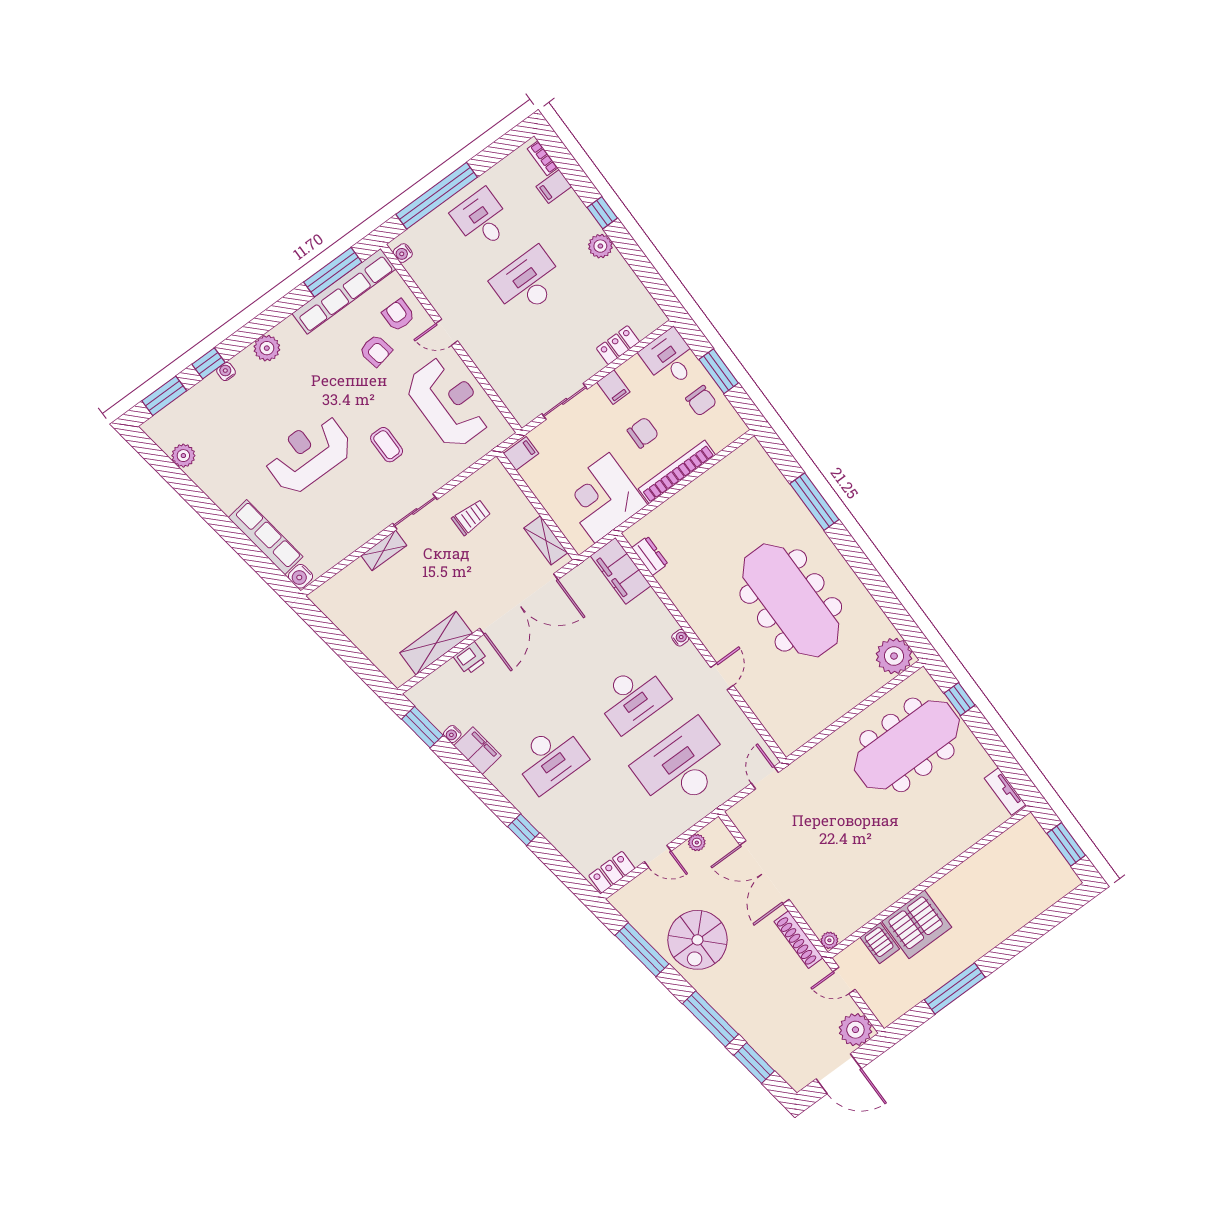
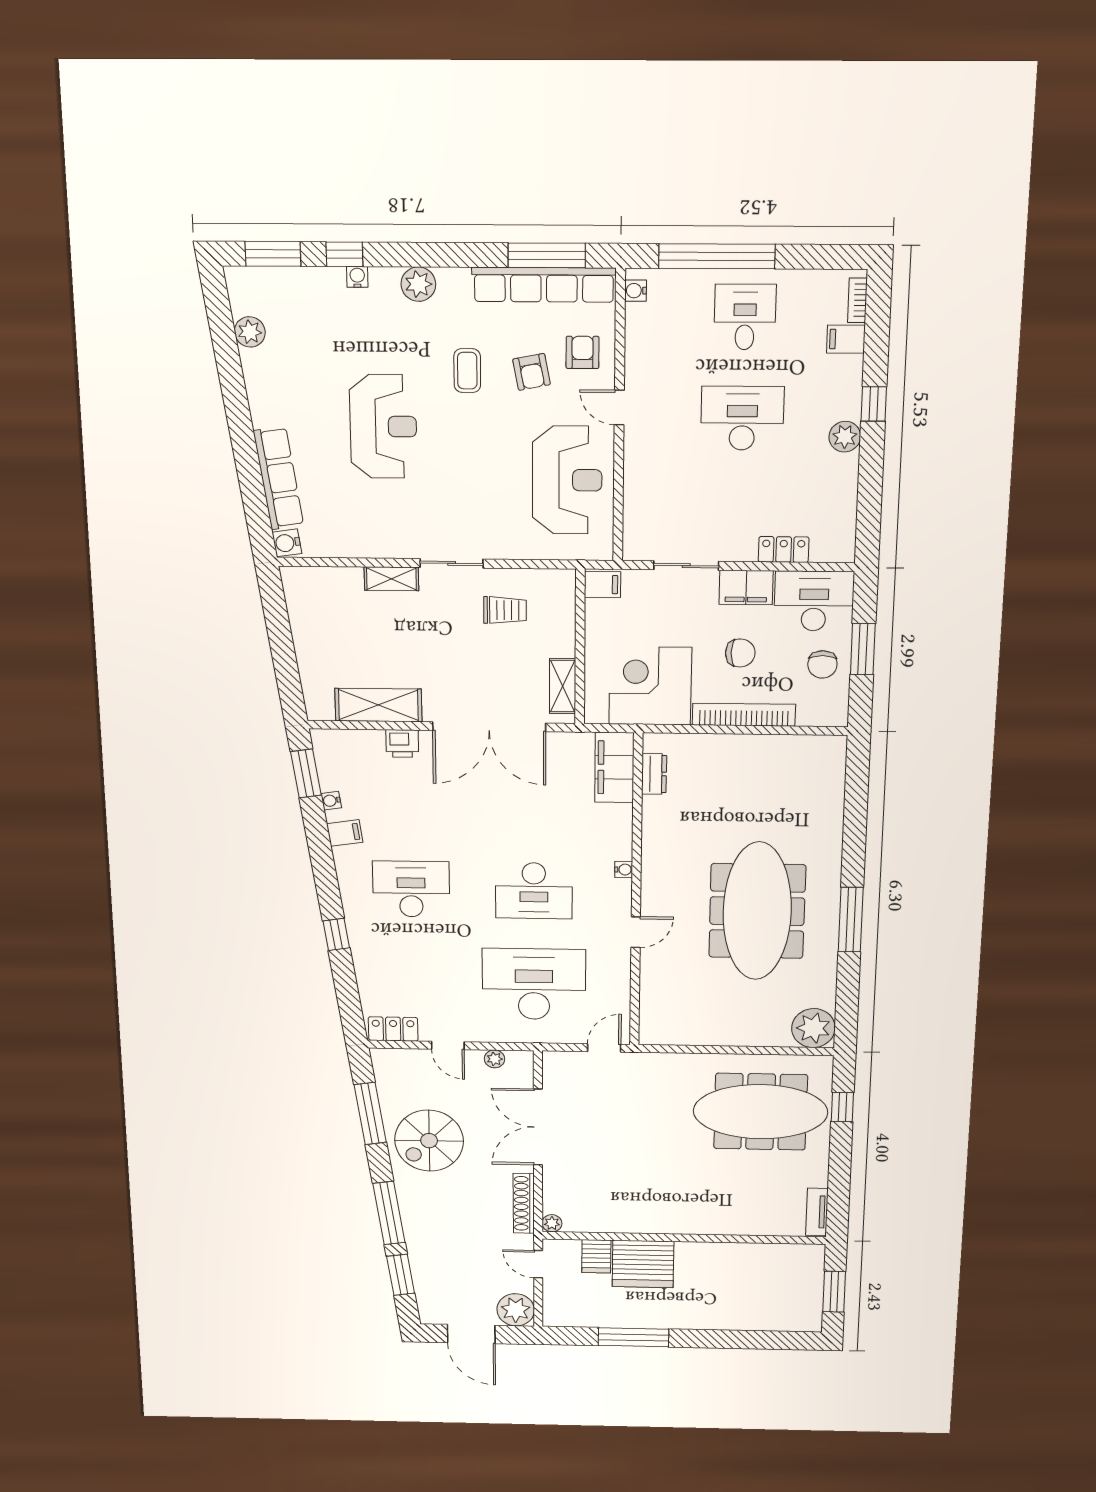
desk: (670, 359) -> (814, 601), width x1.37
filing cabinet: (613, 387) -> (746, 588), width x2.00
coffee table: (387, 445) -> (467, 371), moved
reception desk: (308, 454) -> (383, 426), turned 90
window: (814, 502) -> (851, 920), moved
filing cabinet: (477, 751) -> (345, 833), width x0.50
desk: (550, 758) -> (411, 889), turned 180

